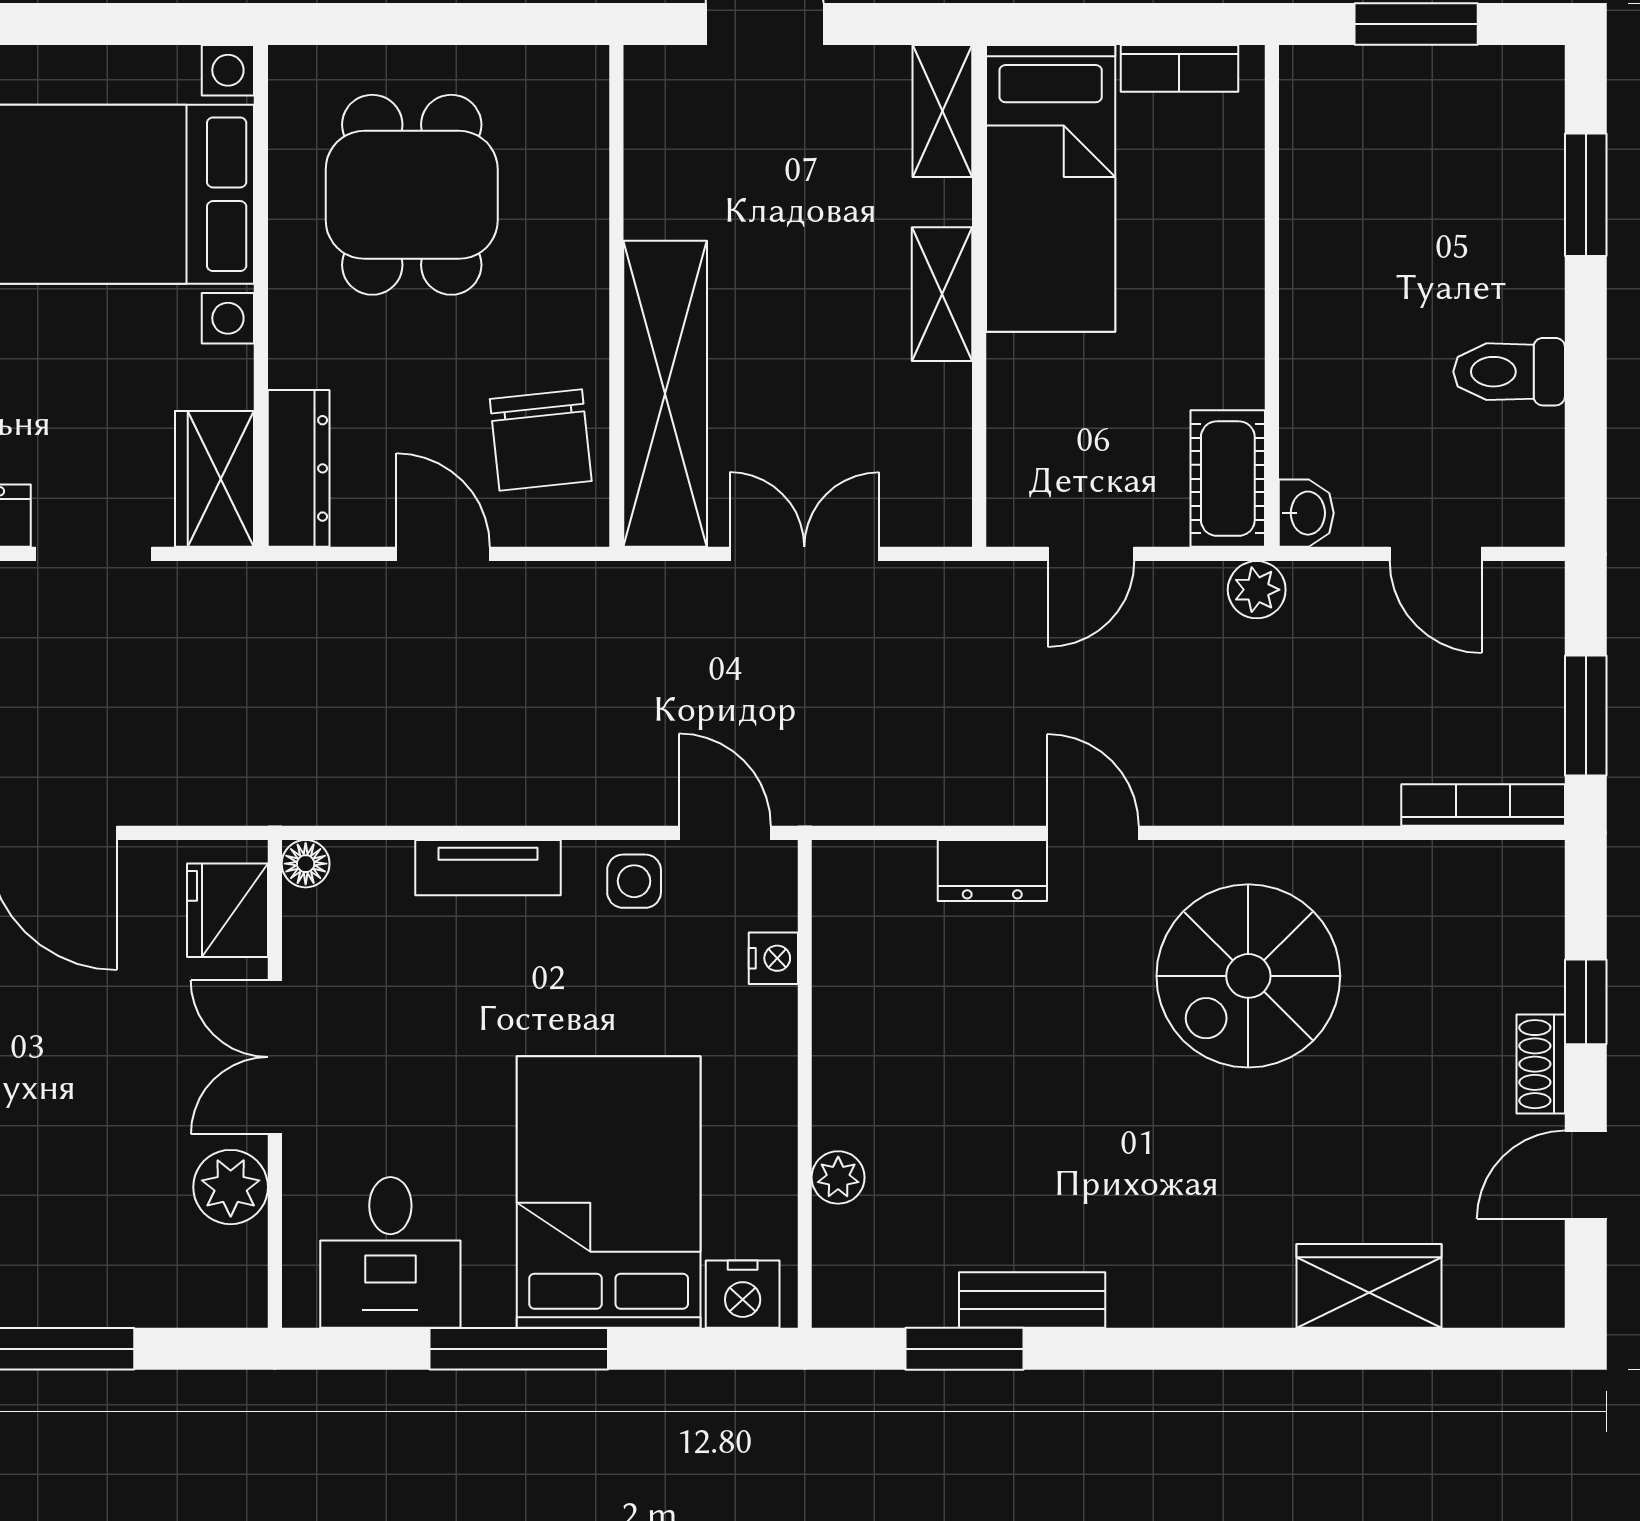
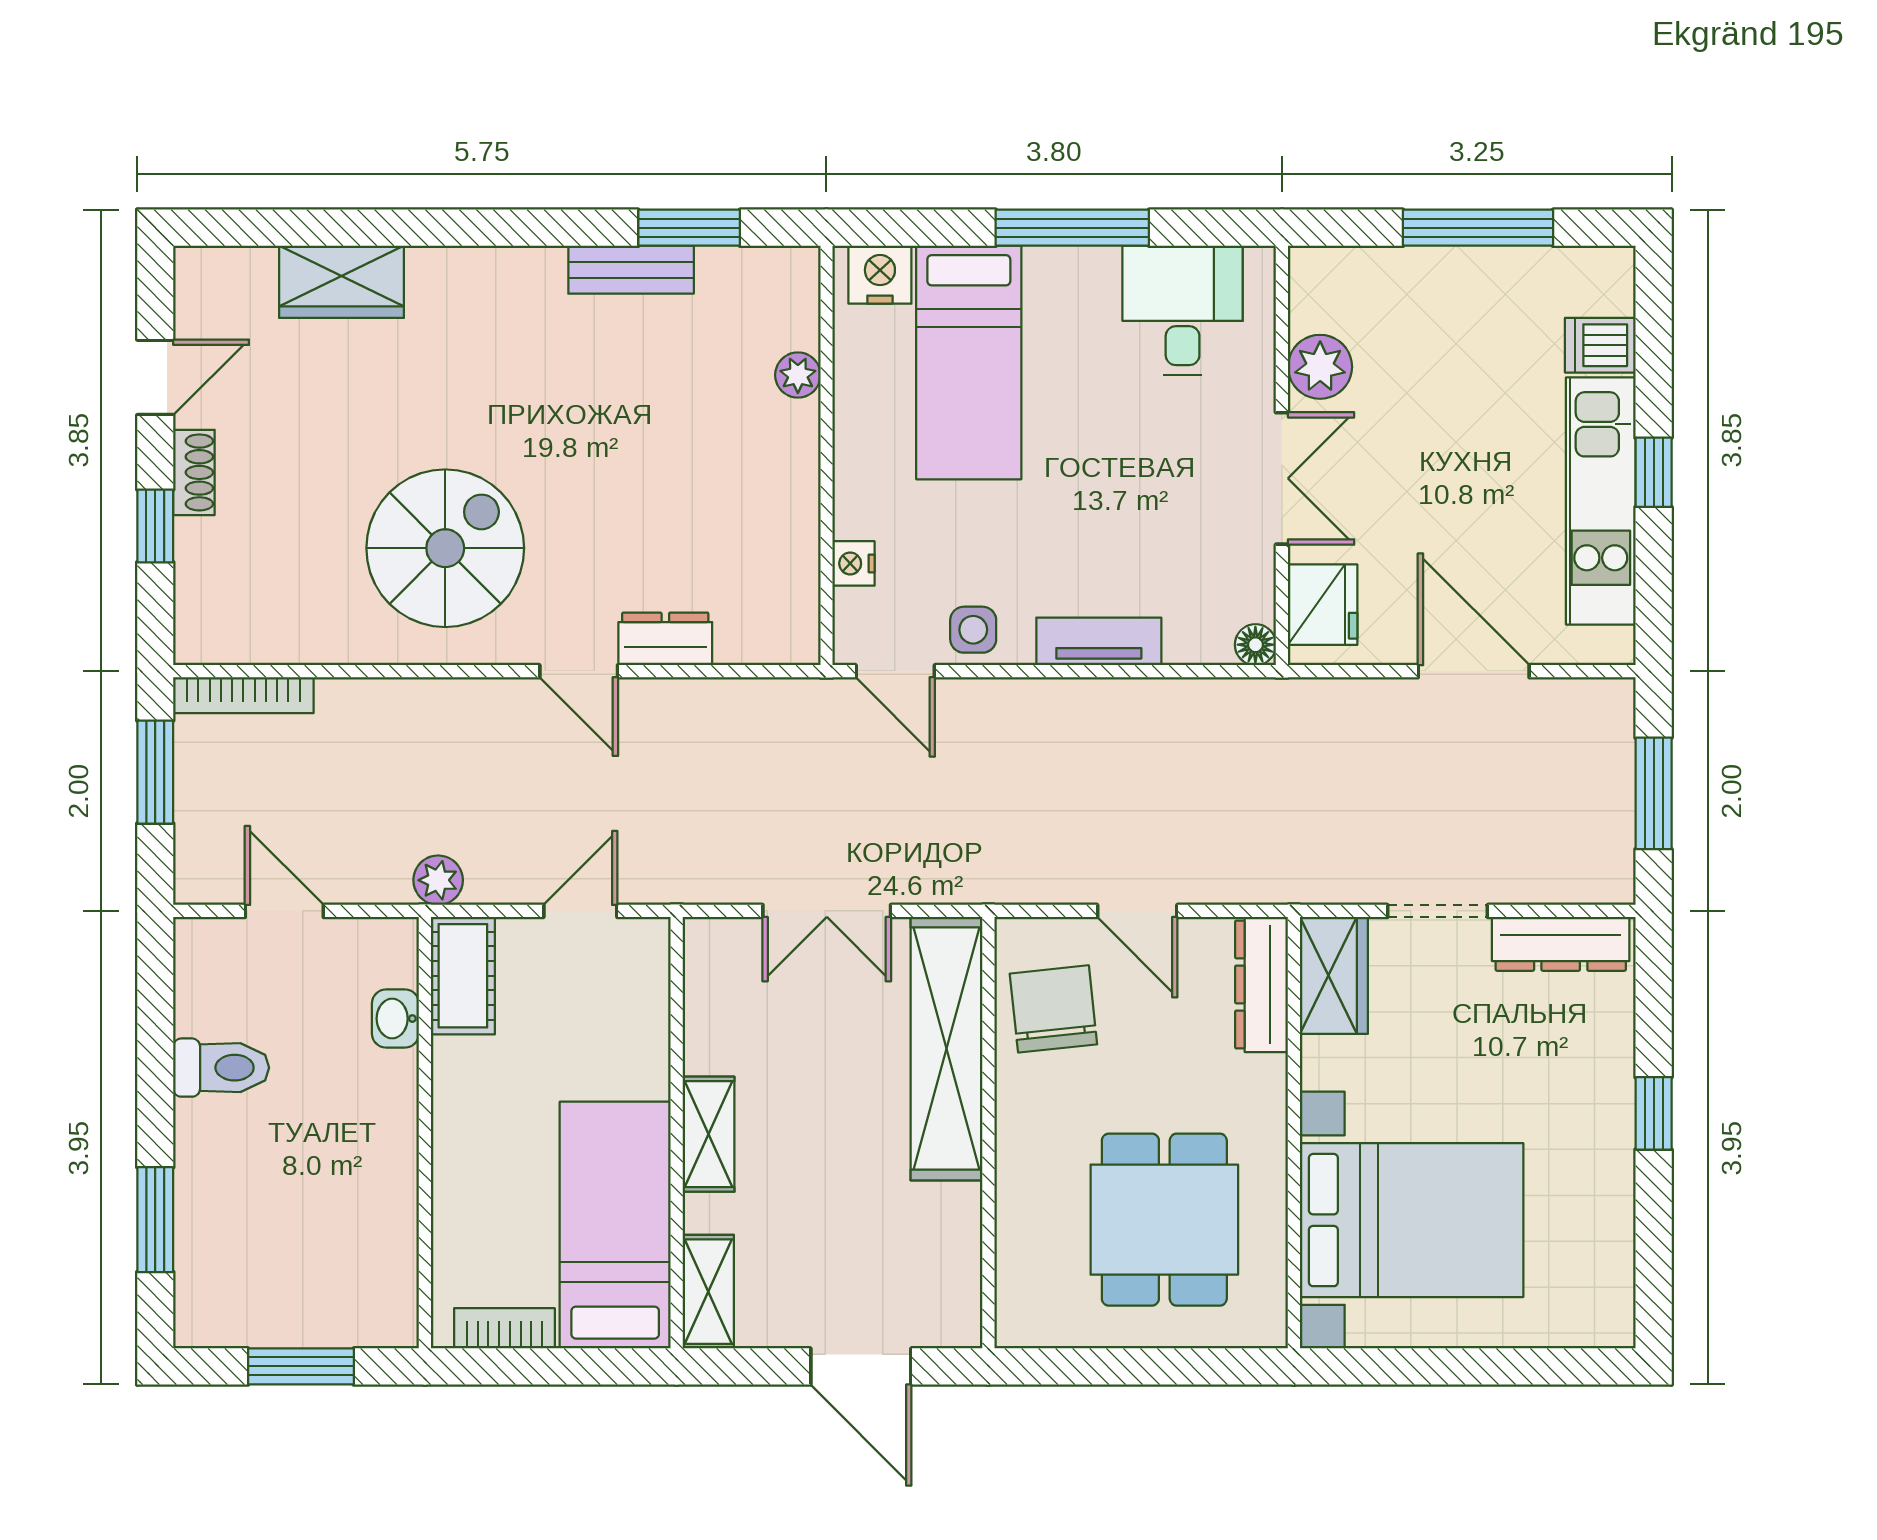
washbasin: (1306, 513) -> (395, 1019), moved
bed: (609, 1192) -> (969, 363), width x0.67

